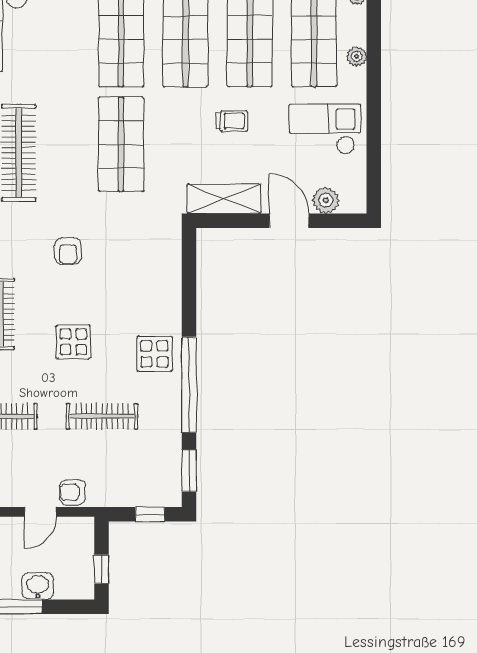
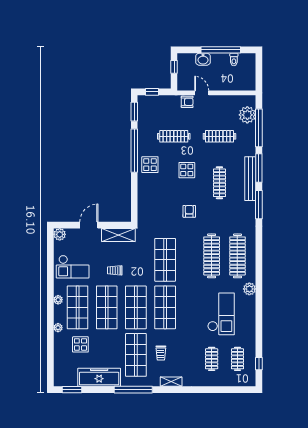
plant: (326, 200) -> (60, 234), moved
door: (289, 221) -> (89, 225), swing flipped
door: (40, 512) -> (202, 93), hinge flipped

